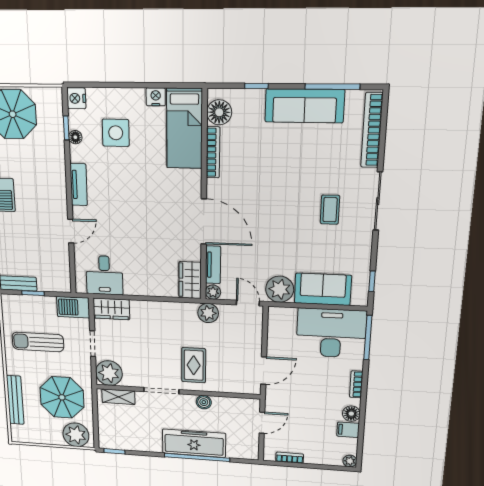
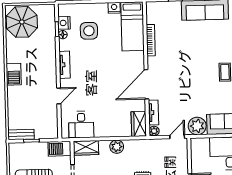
nightstand: (76, 98) -> (64, 23), moved
floor lamp: (219, 112) -> (154, 16), removed
door: (204, 221) -> (146, 84), swing flipped
door: (248, 303) -> (177, 137), hinge flipped
plant: (208, 313) -> (117, 147), moved

